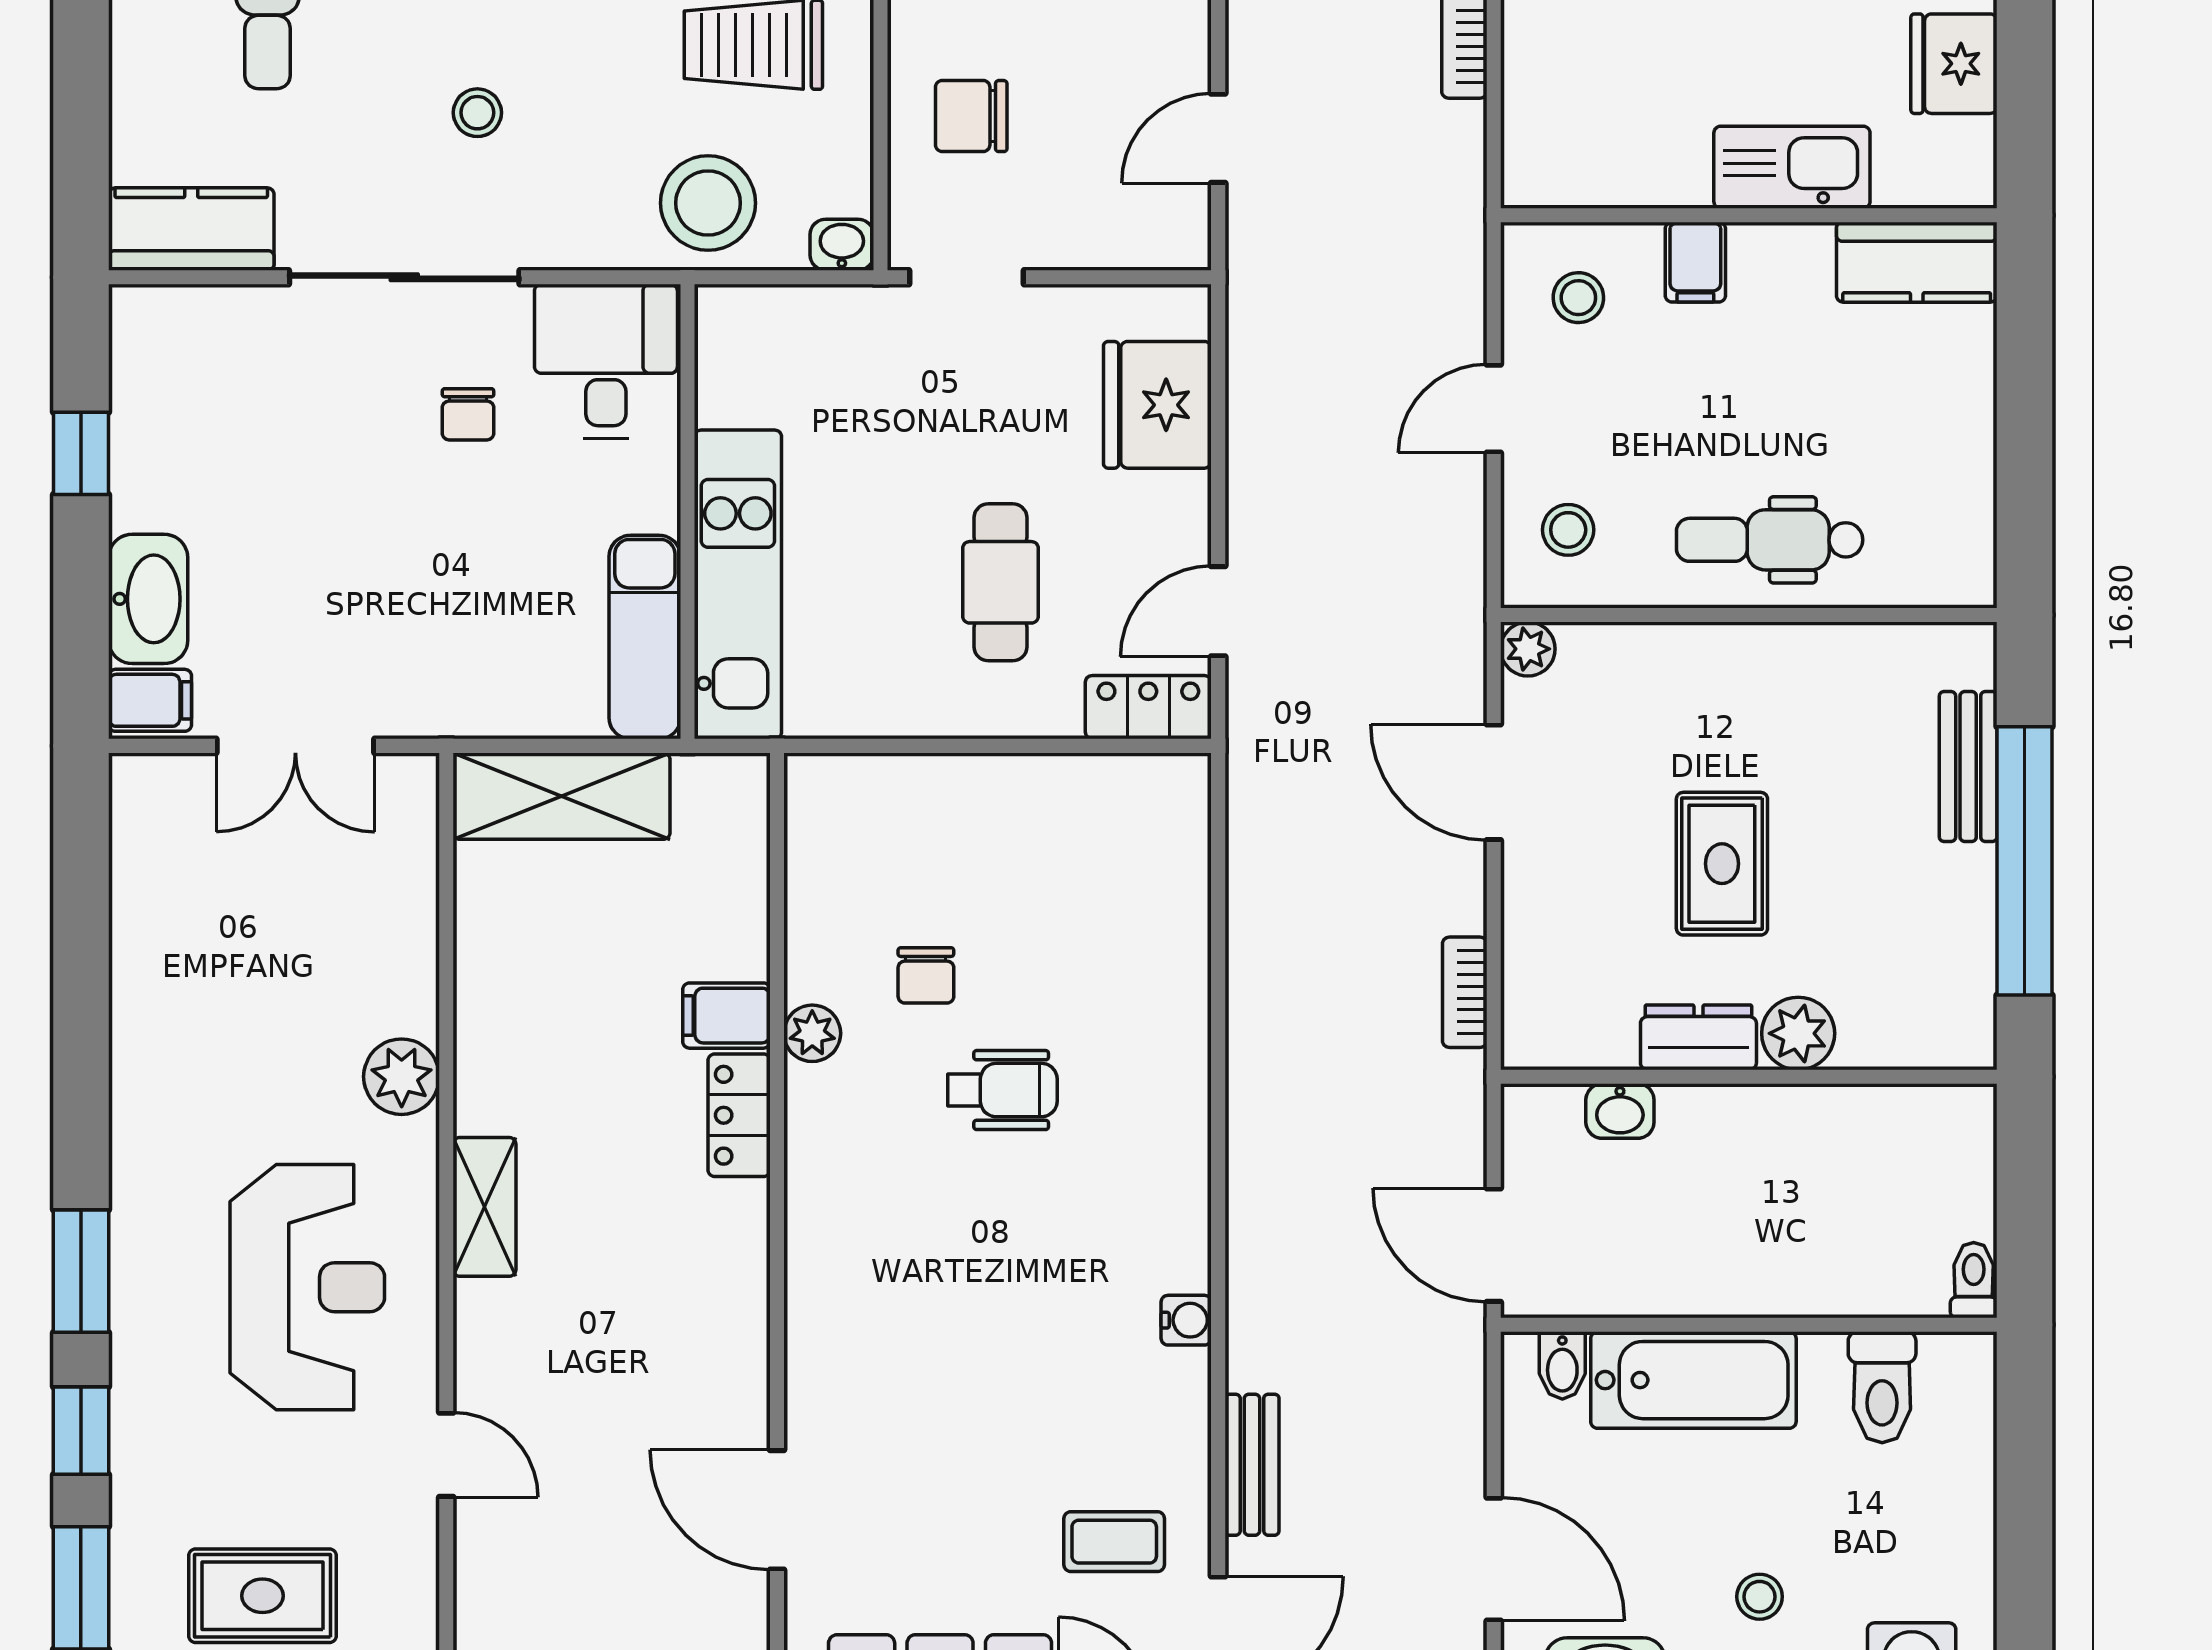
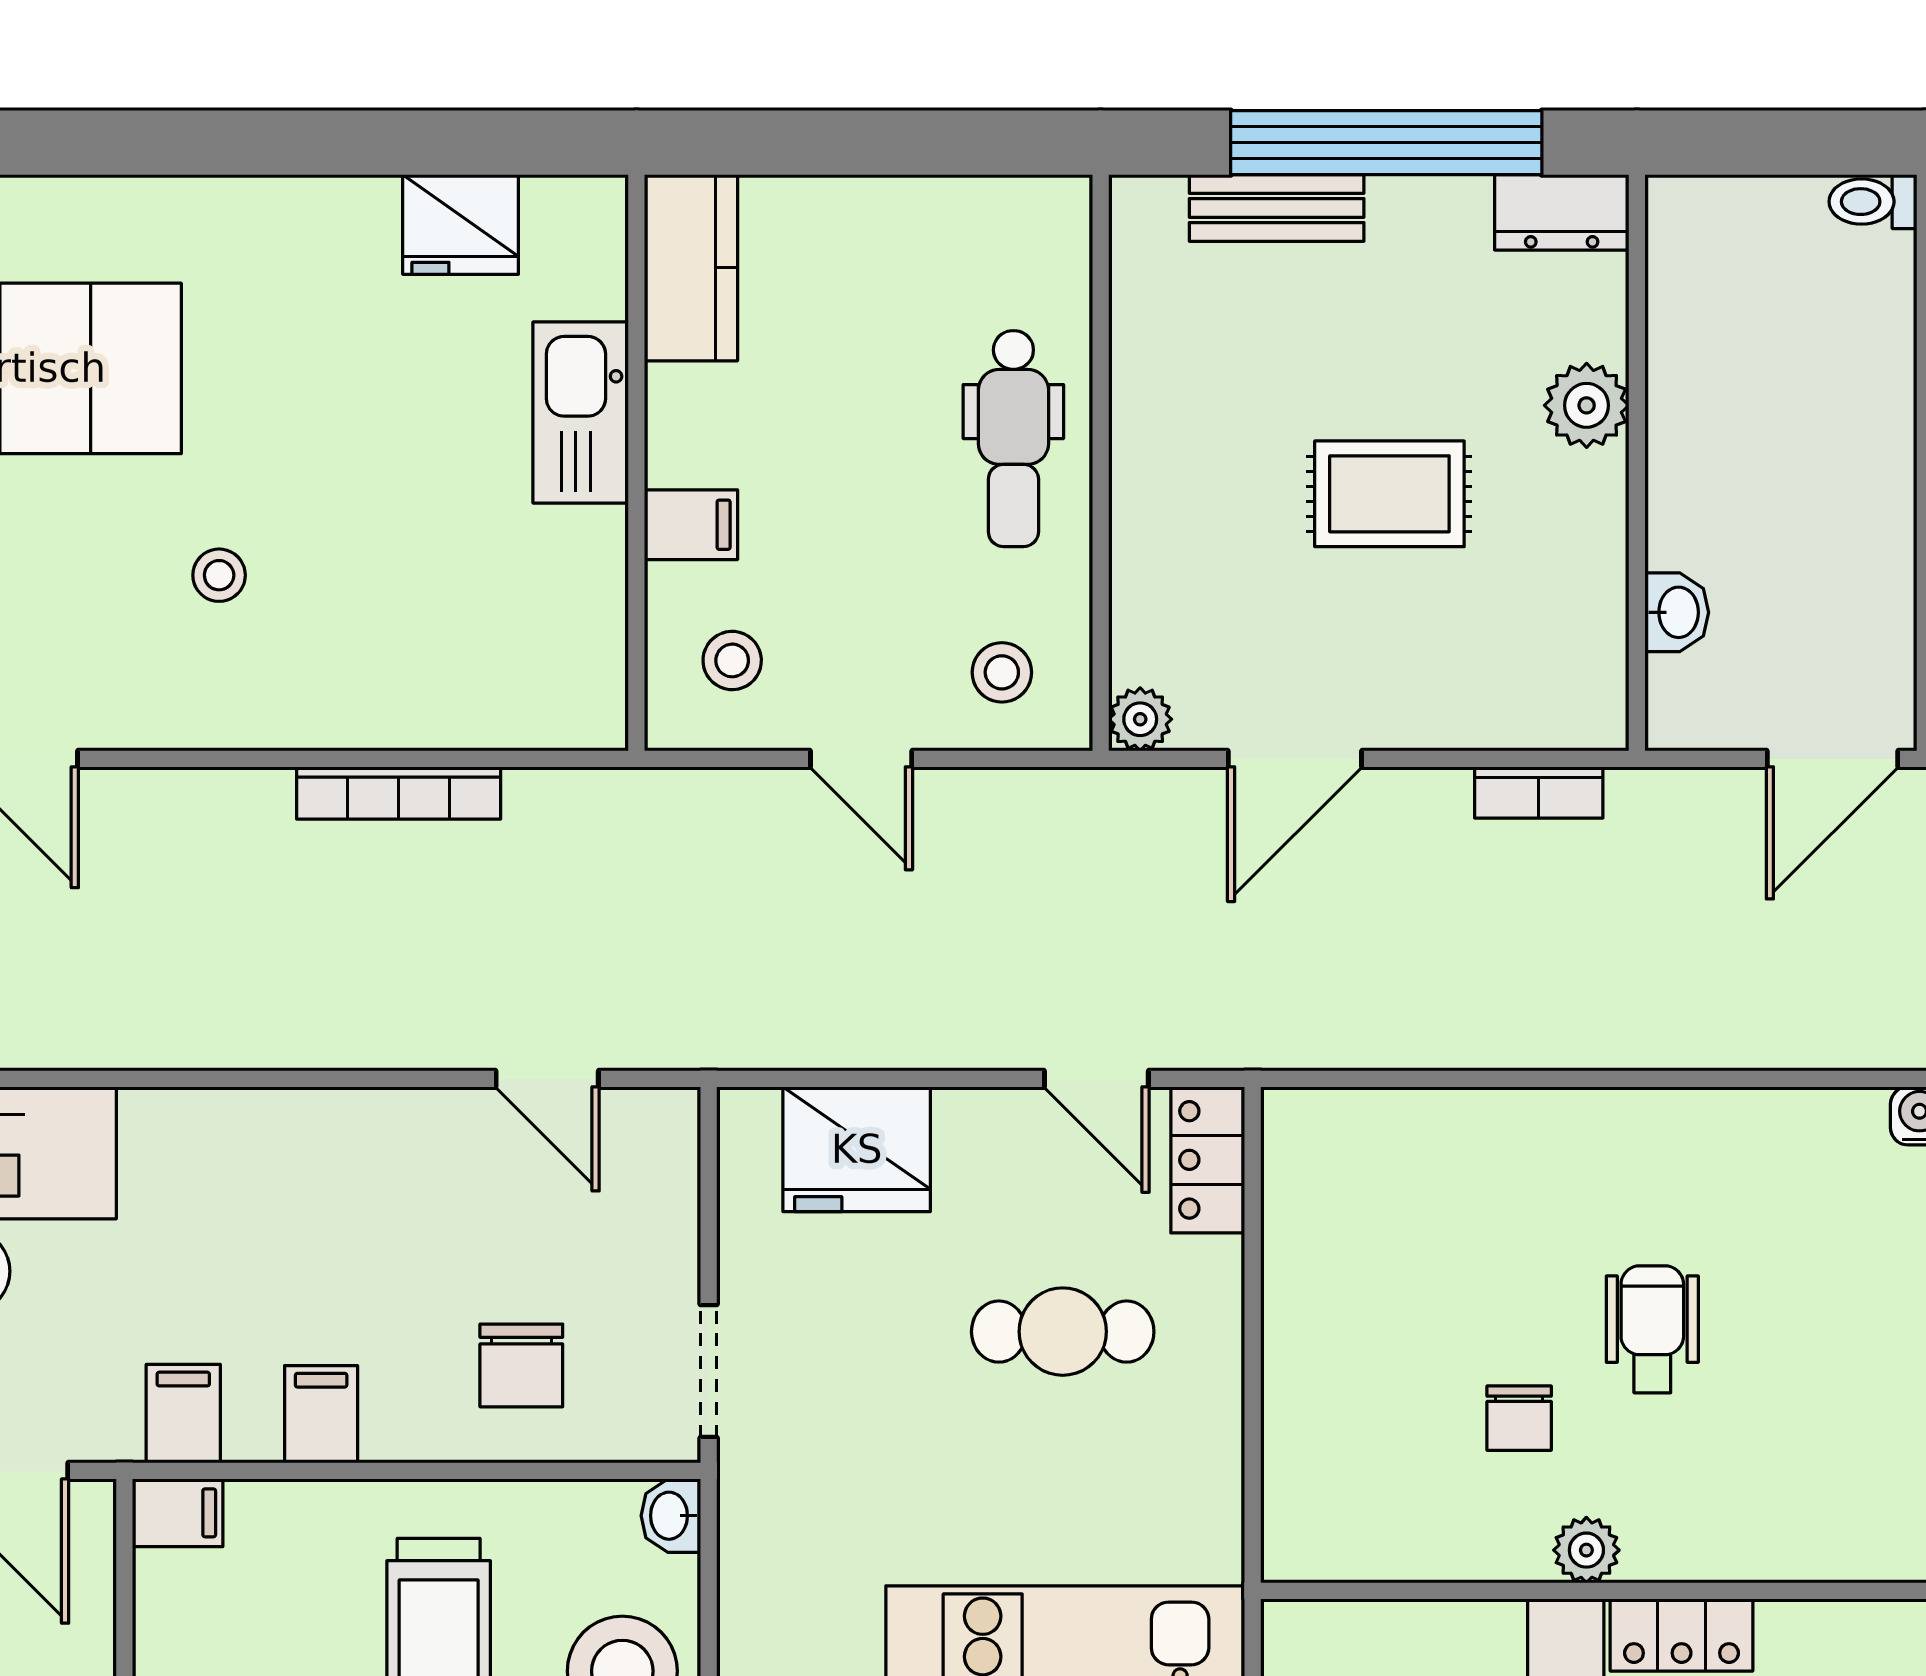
chair: (926, 975) -> (1519, 1418), turned 90
dresser: (1698, 1037) -> (1562, 212), moved, turned -90

